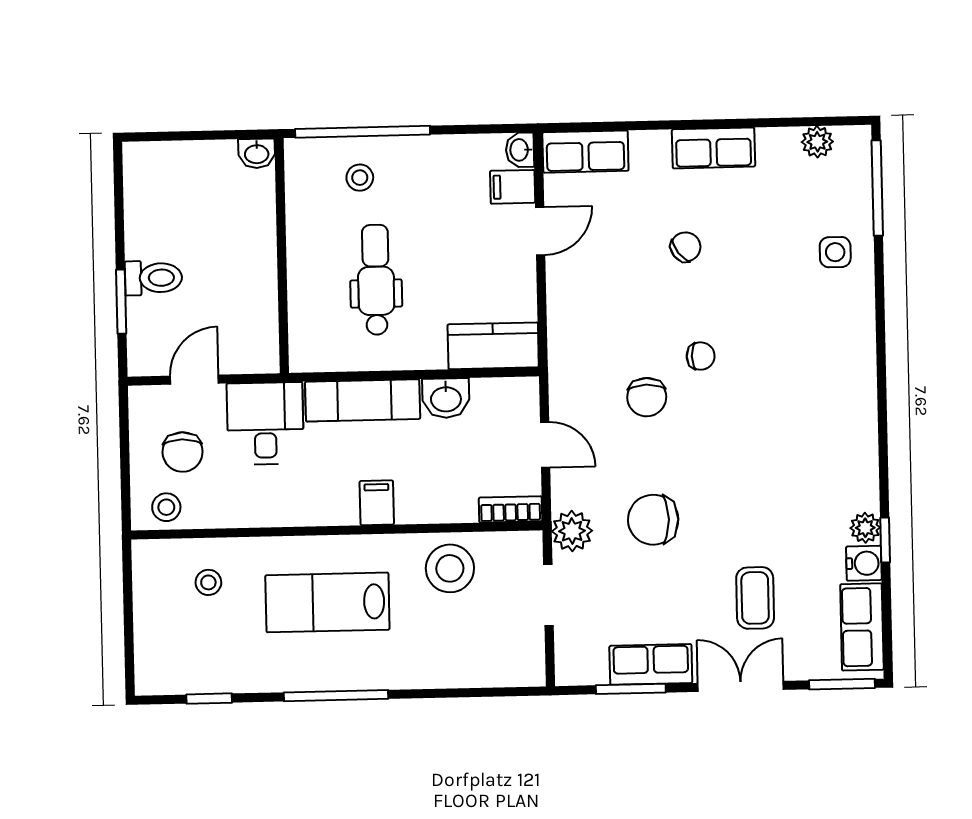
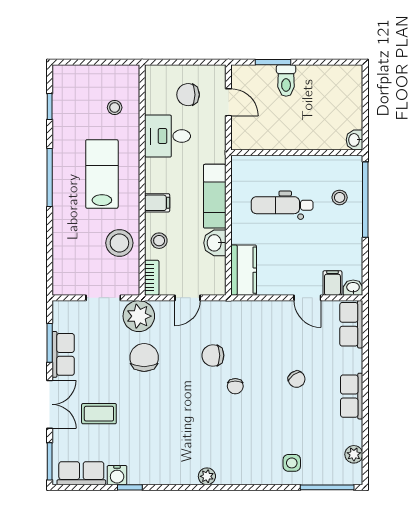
dental chair: (376, 280) -> (282, 205), turned 180
desk: (265, 423) -> (168, 136), moved, turned 180
stool: (166, 507) -> (159, 241), moved
plant: (865, 528) -> (207, 476), moved
plant: (572, 531) -> (139, 316), width x1.36, depth x1.36

